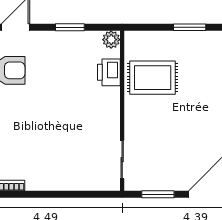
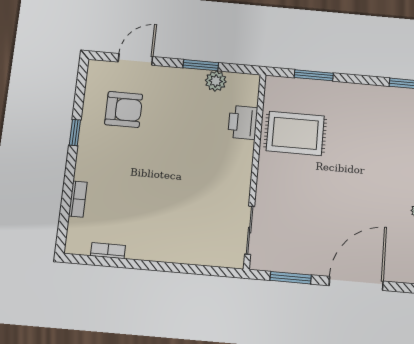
window: (190, 27) -> (314, 75), moved
plant: (111, 40) -> (216, 81), moved

